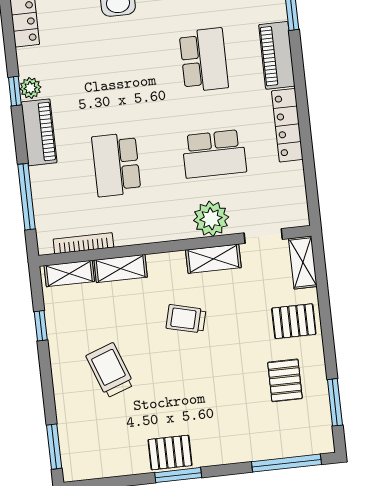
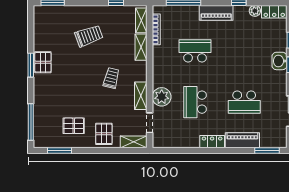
plant: (30, 88) -> (255, 11), moved
locker: (287, 125) -> (212, 142), width x0.66

